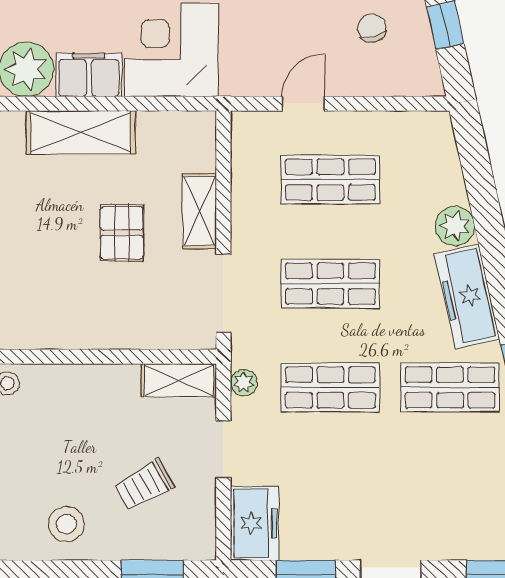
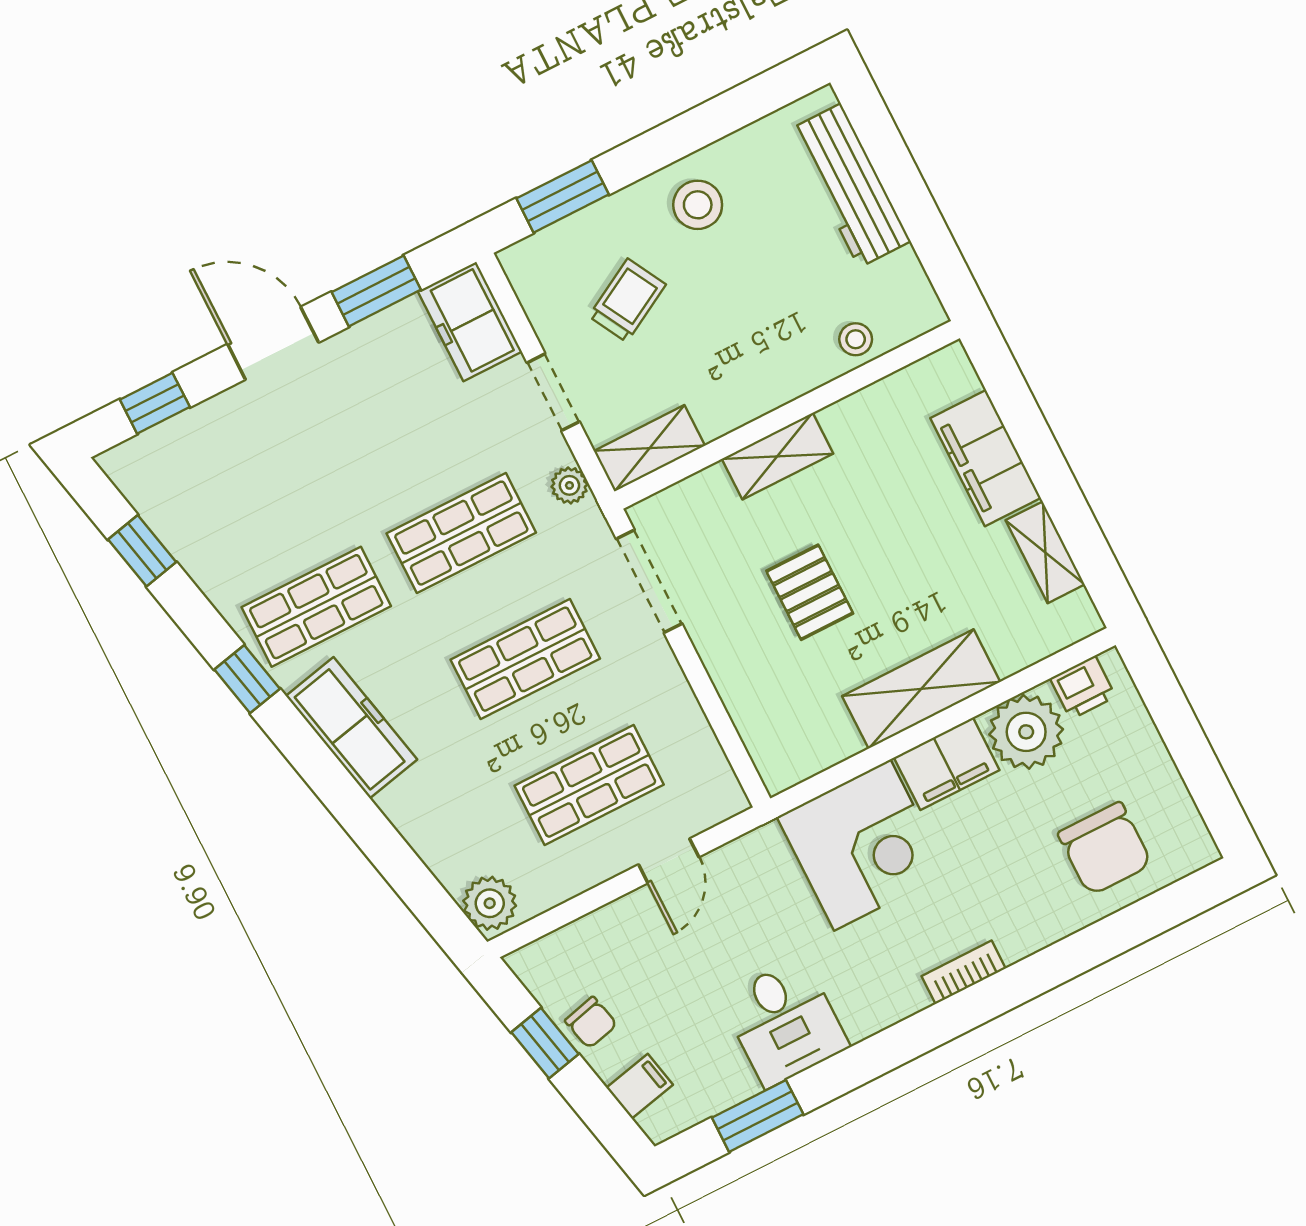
chair: (372, 28) -> (591, 1022), moved
shelving: (199, 211) -> (778, 456), moved, turned 90
plant: (455, 226) -> (490, 903), moved

